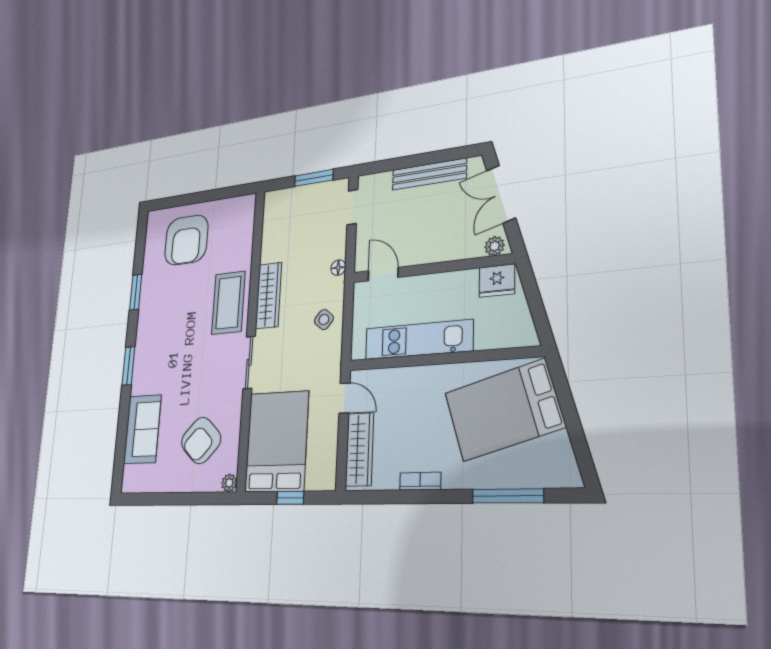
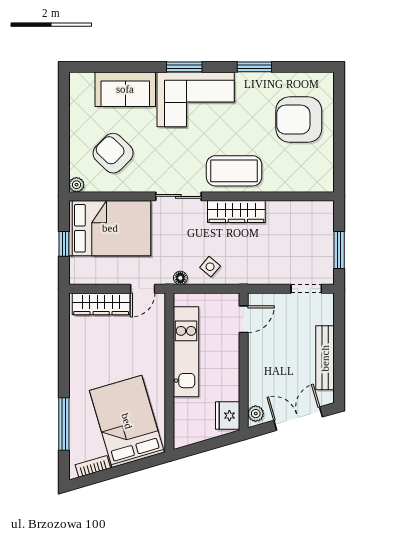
floor lamp: (338, 268) -> (180, 278), moved
corner sofa: (158, 351) -> (196, 99), added
bookcase: (420, 481) -> (93, 466), moved, turned -106

